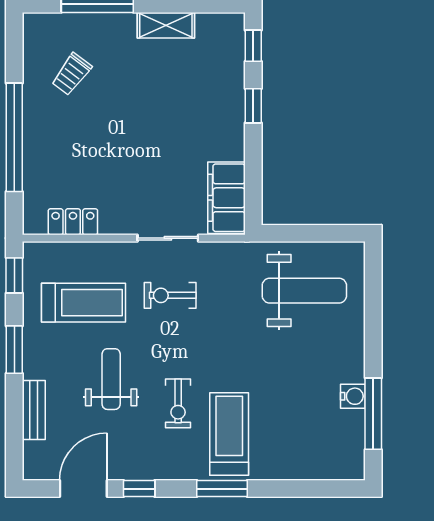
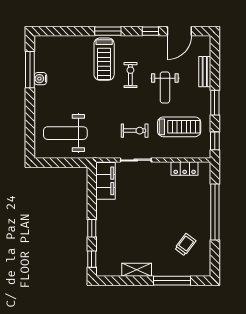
treadmill: (84, 303) -> (179, 127), turned 180

